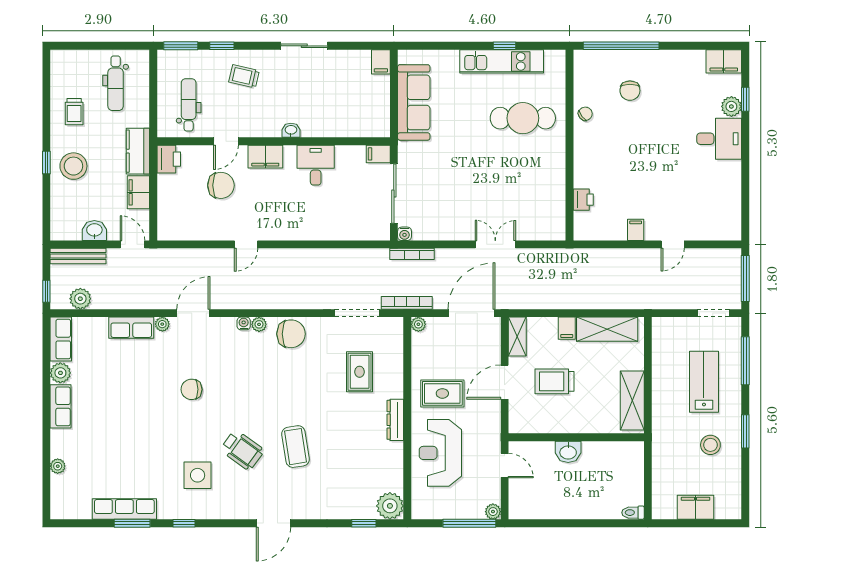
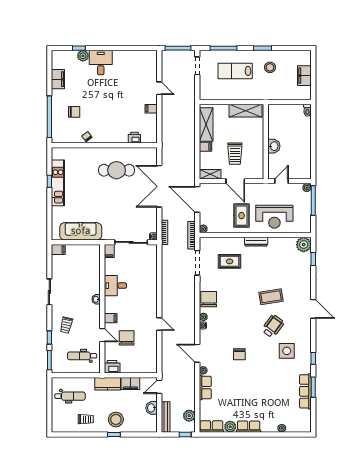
filing cabinet: (724, 61) -> (58, 79), moved
cafe table: (523, 118) -> (117, 170), moved, turned 90
filing cabinet: (265, 157) -> (111, 318), width x0.50
double door: (495, 244) -> (159, 186), width x1.87

